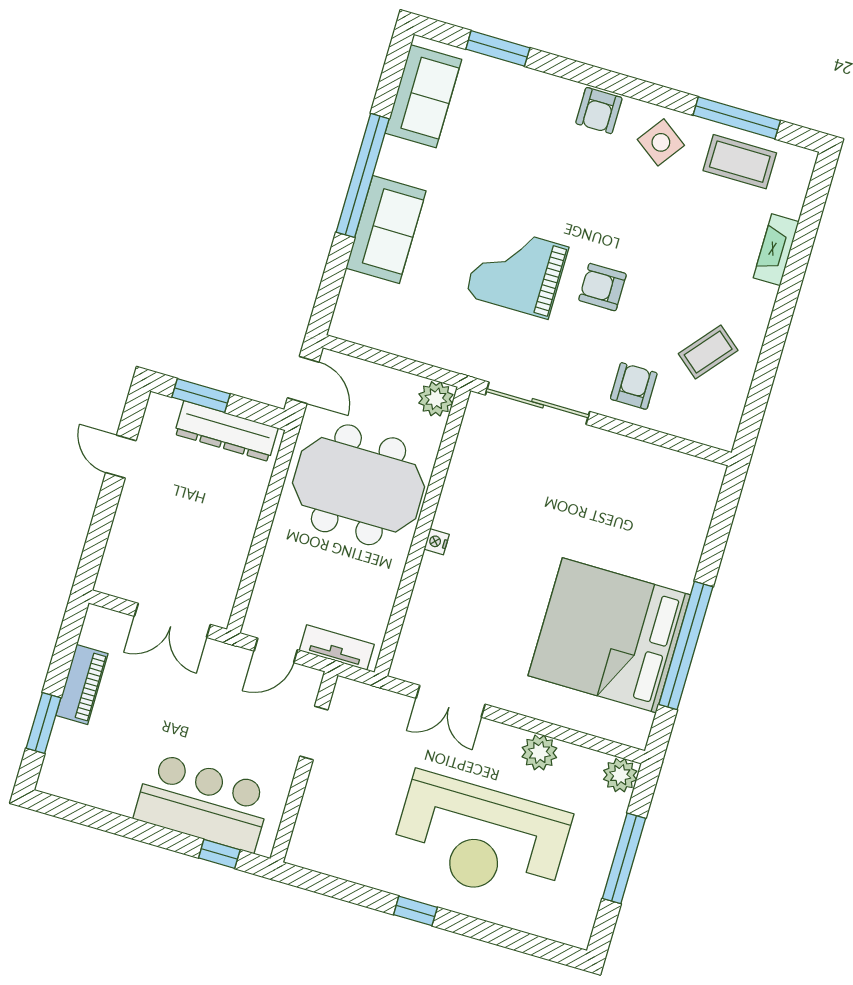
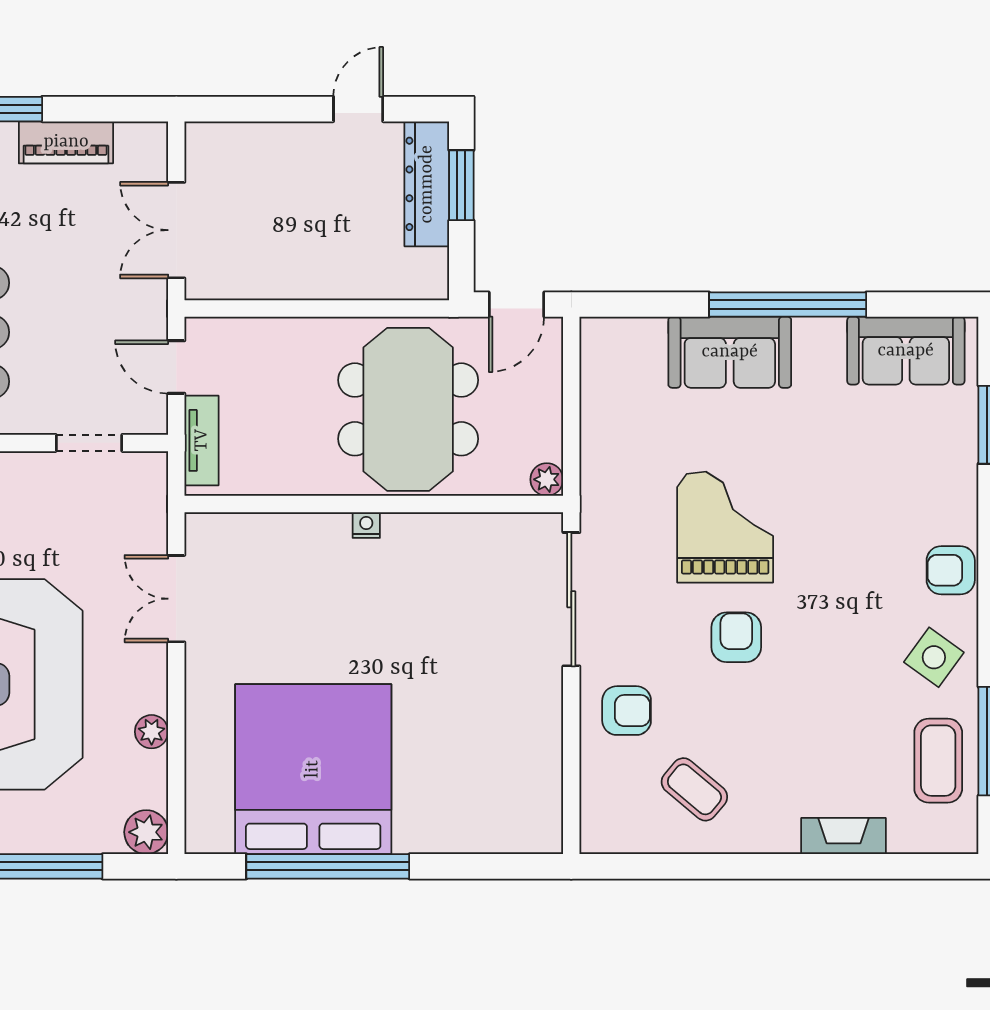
plant: (436, 399) -> (547, 479), width x0.73, depth x0.73
dresser: (226, 431) -> (427, 184), moved
plant: (539, 752) -> (152, 732), width x0.73, depth x0.73

